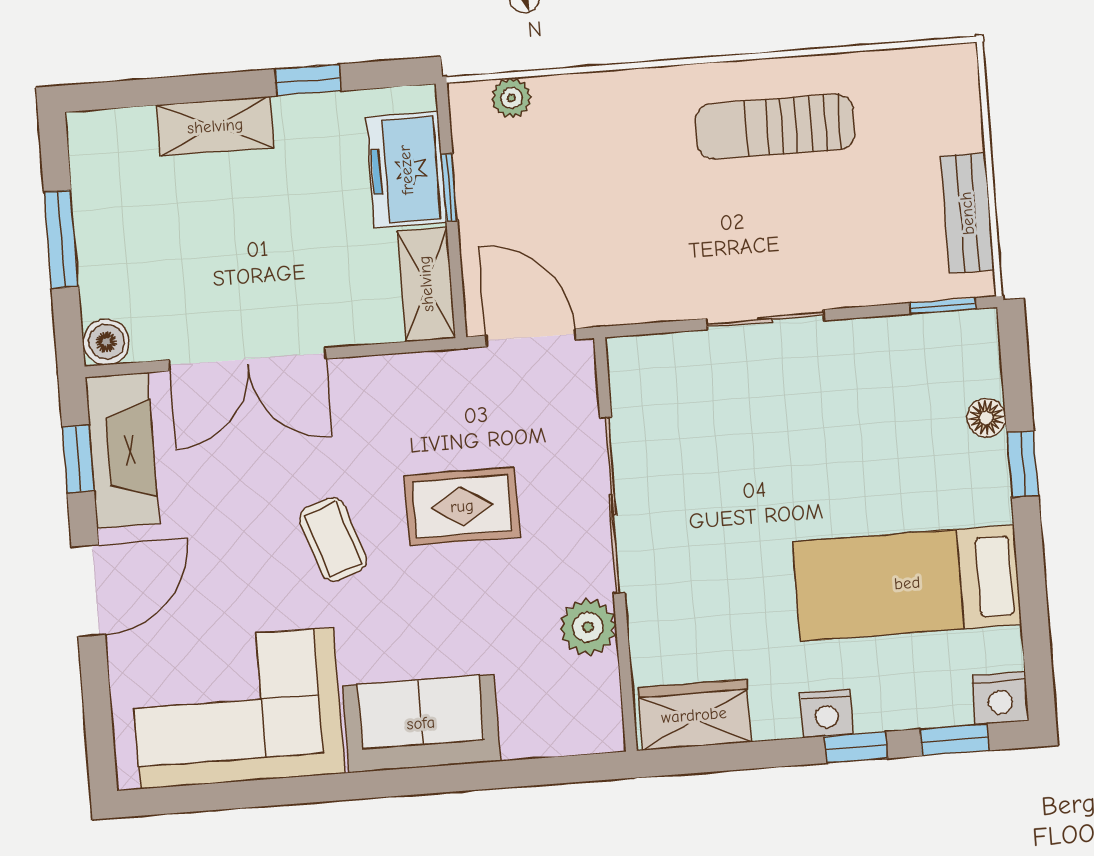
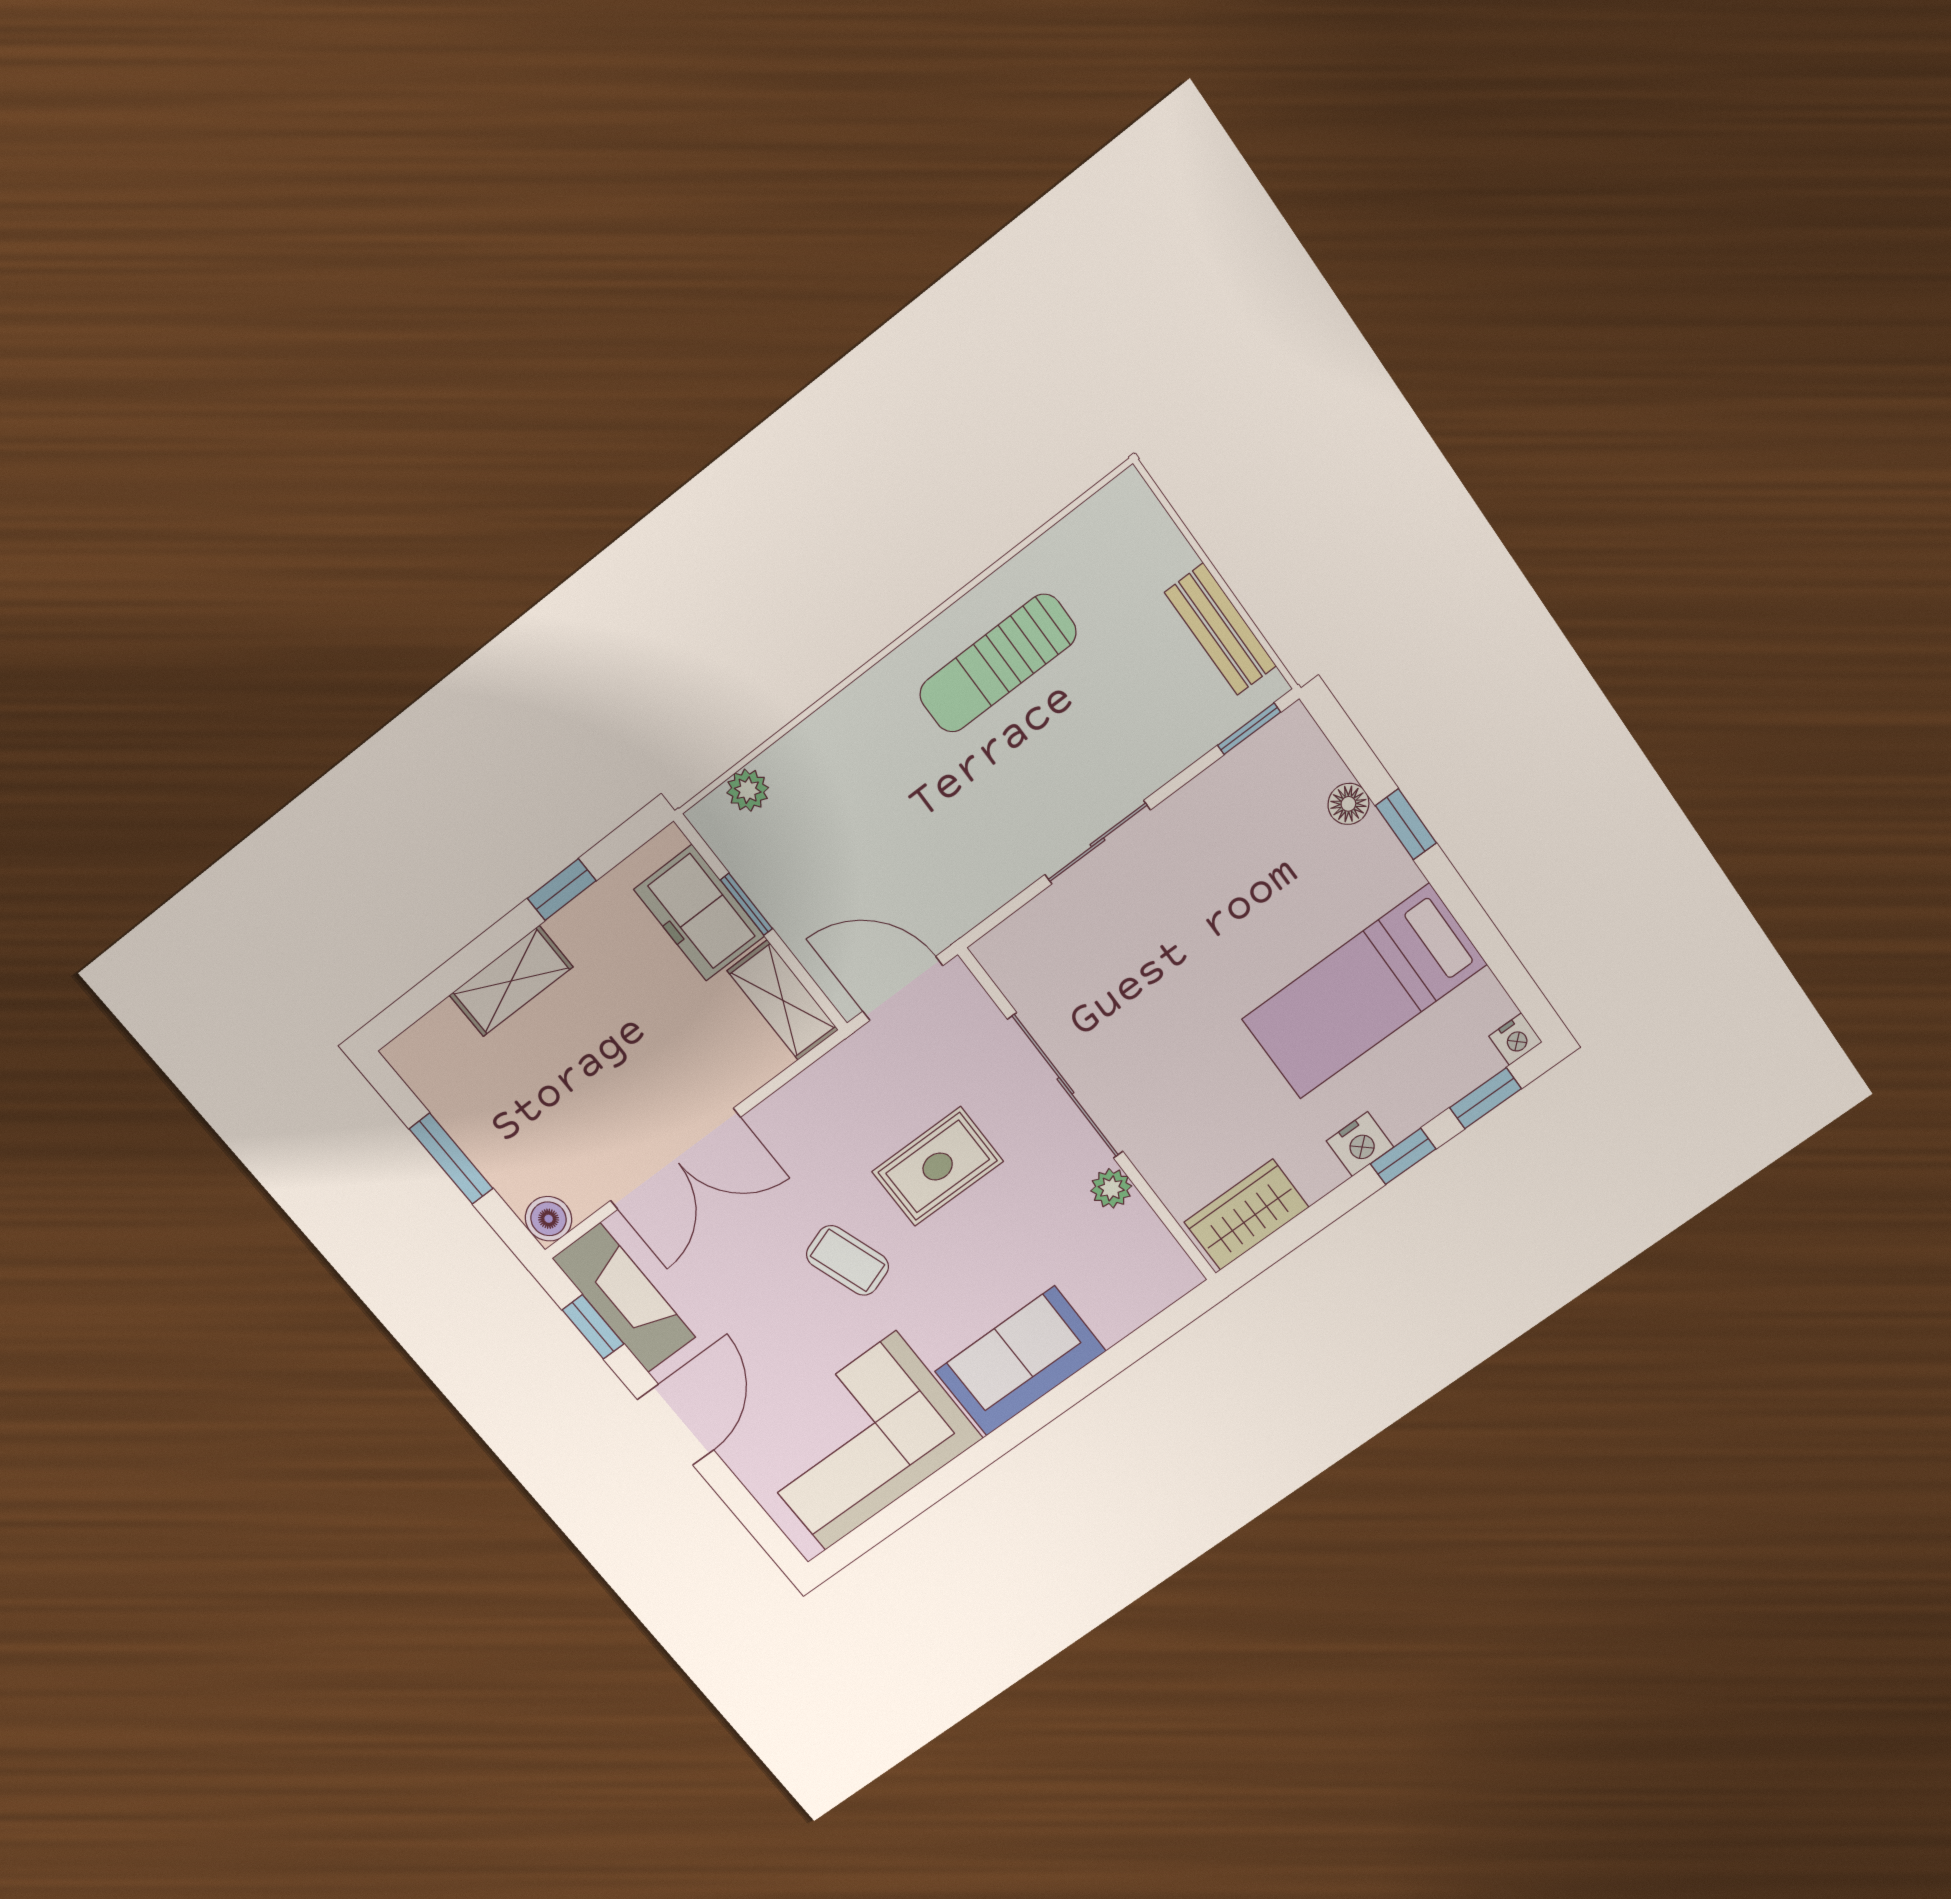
plant: (588, 627) -> (1111, 1188), width x0.73, depth x0.73
nightstand: (1000, 698) -> (1515, 1039), width x0.72, depth x0.74

